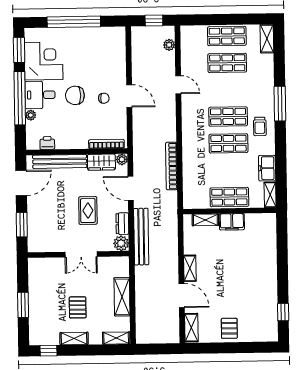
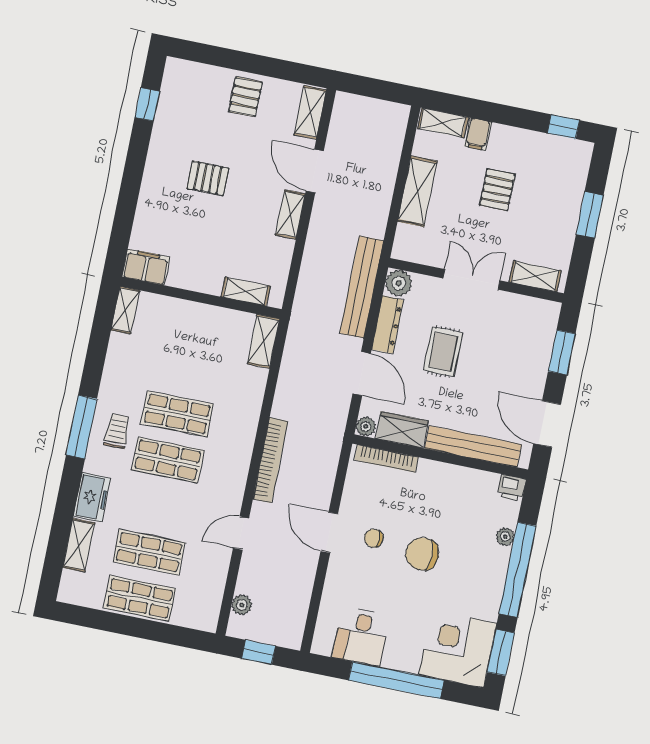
shelving: (267, 39) -> (79, 545), moved
corner desk: (44, 61) -> (458, 649), moved, turned 90
door: (178, 85) -> (241, 533), hinge flipped
desk: (40, 95) -> (361, 637), moved, turned 90
chair: (75, 95) -> (422, 554), turned 180
window: (280, 104) -> (81, 427), moved
printer: (47, 143) -> (512, 488), moved
bookcase: (171, 166) -> (270, 460), moved
freezer: (267, 168) -> (92, 497), moved
door: (21, 183) -> (547, 424), hinge flipped
shelving: (189, 194) -> (264, 341), added
shop shelf: (229, 197) -> (196, 322), removed
filing cabinet: (232, 222) -> (146, 267), moved
dresser: (122, 224) -> (387, 325), width x1.44
pallet: (240, 278) -> (208, 178), added
filing cabinet: (95, 336) -> (478, 134), added
shelving: (74, 338) -> (535, 276), moved

